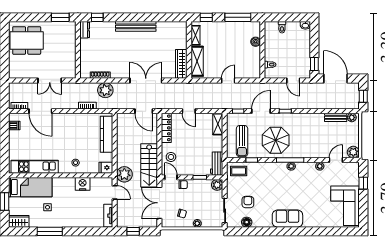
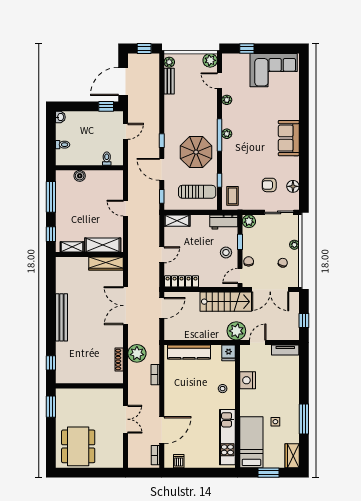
dresser: (85, 30) -> (66, 378), removed
stool: (171, 157) -> (226, 252), moved

